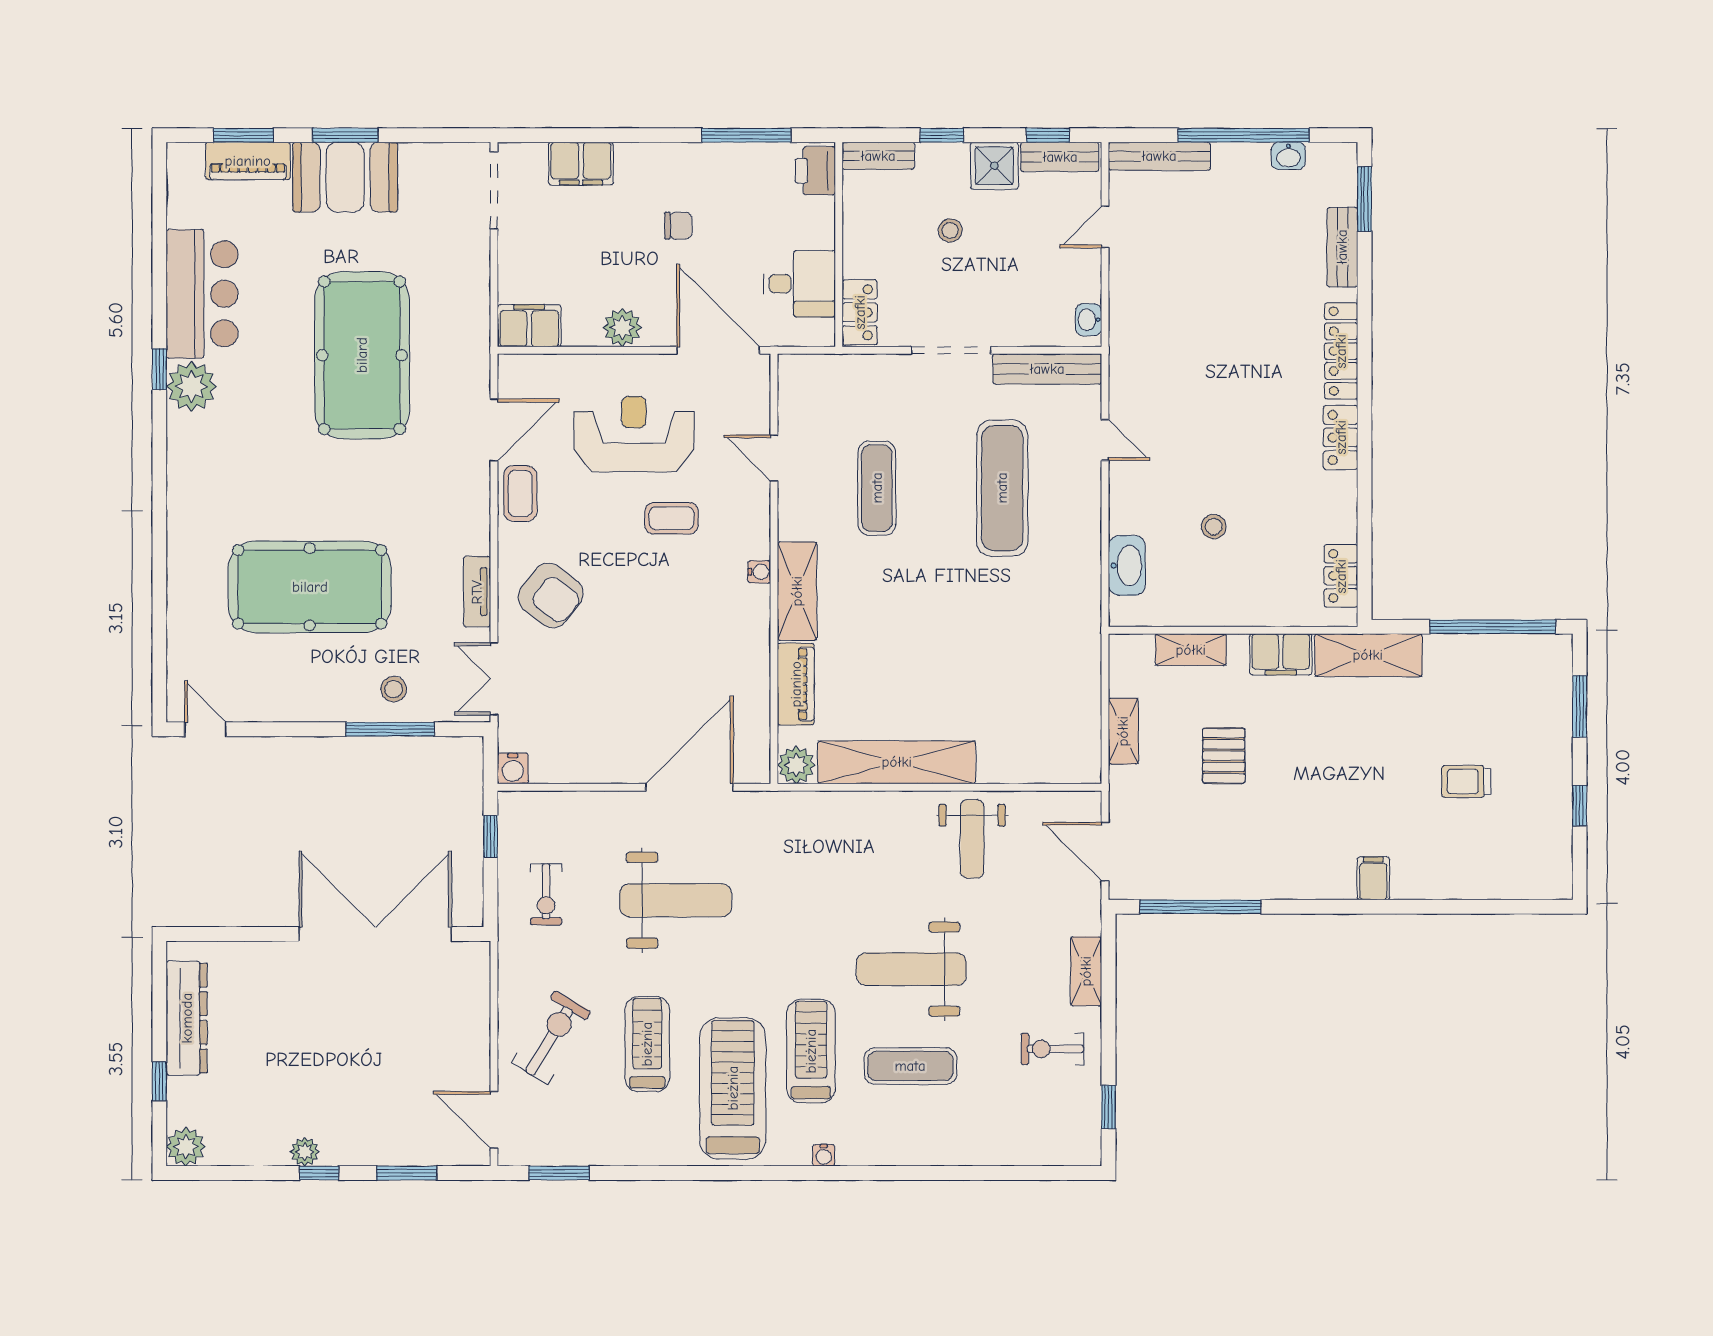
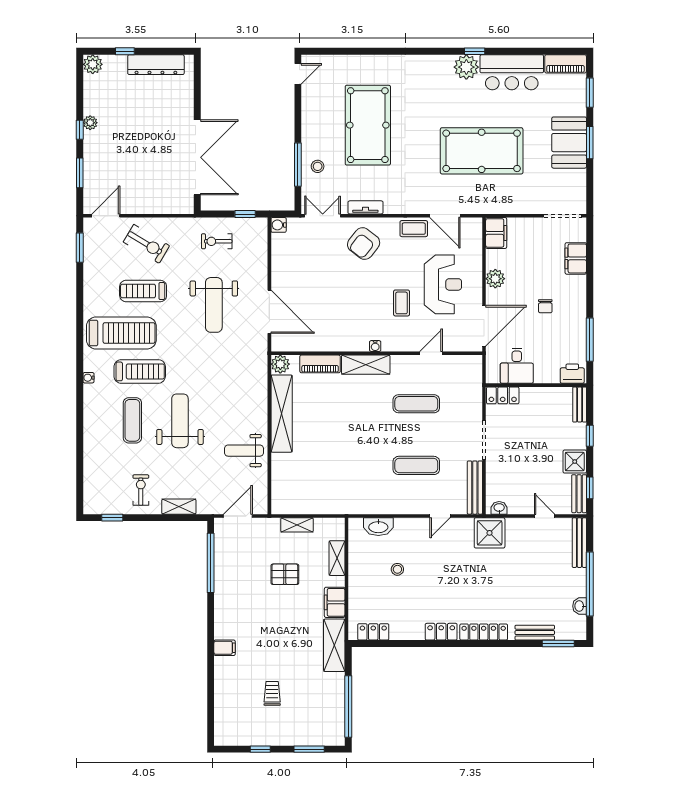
piano: (248, 161) -> (566, 64), moved, turned -90
stool: (950, 230) -> (543, 440), removed
shower: (1140, 339) -> (490, 533), added
exercise mat: (1002, 488) -> (416, 465), width x0.73, depth x0.69
treadmill: (647, 1044) -> (143, 291), turned 180

